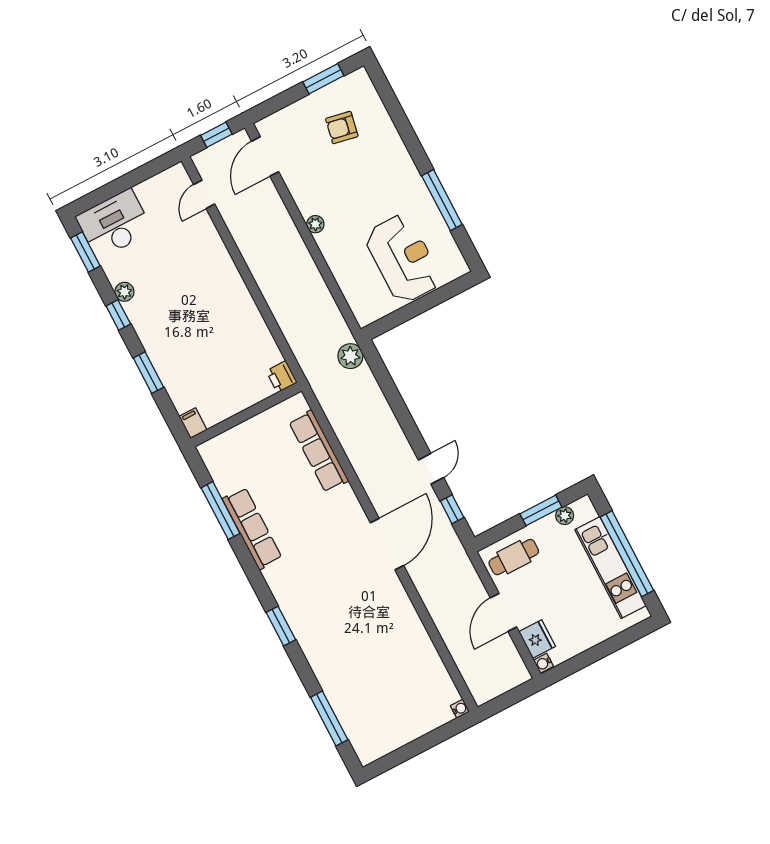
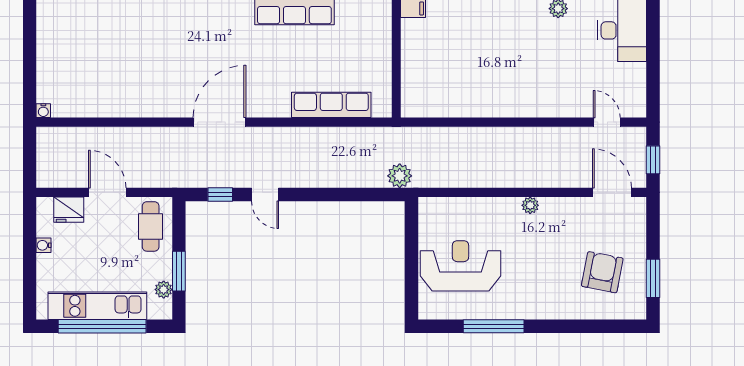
armchair: (342, 127) -> (602, 272), width x1.38, depth x1.38
reception desk: (403, 259) -> (461, 266), turned 180
printer: (282, 377) -> (413, 107), removed
door: (387, 544) -> (219, 122), swing flipped
water cooler: (544, 663) -> (44, 245), moved, turned -90

